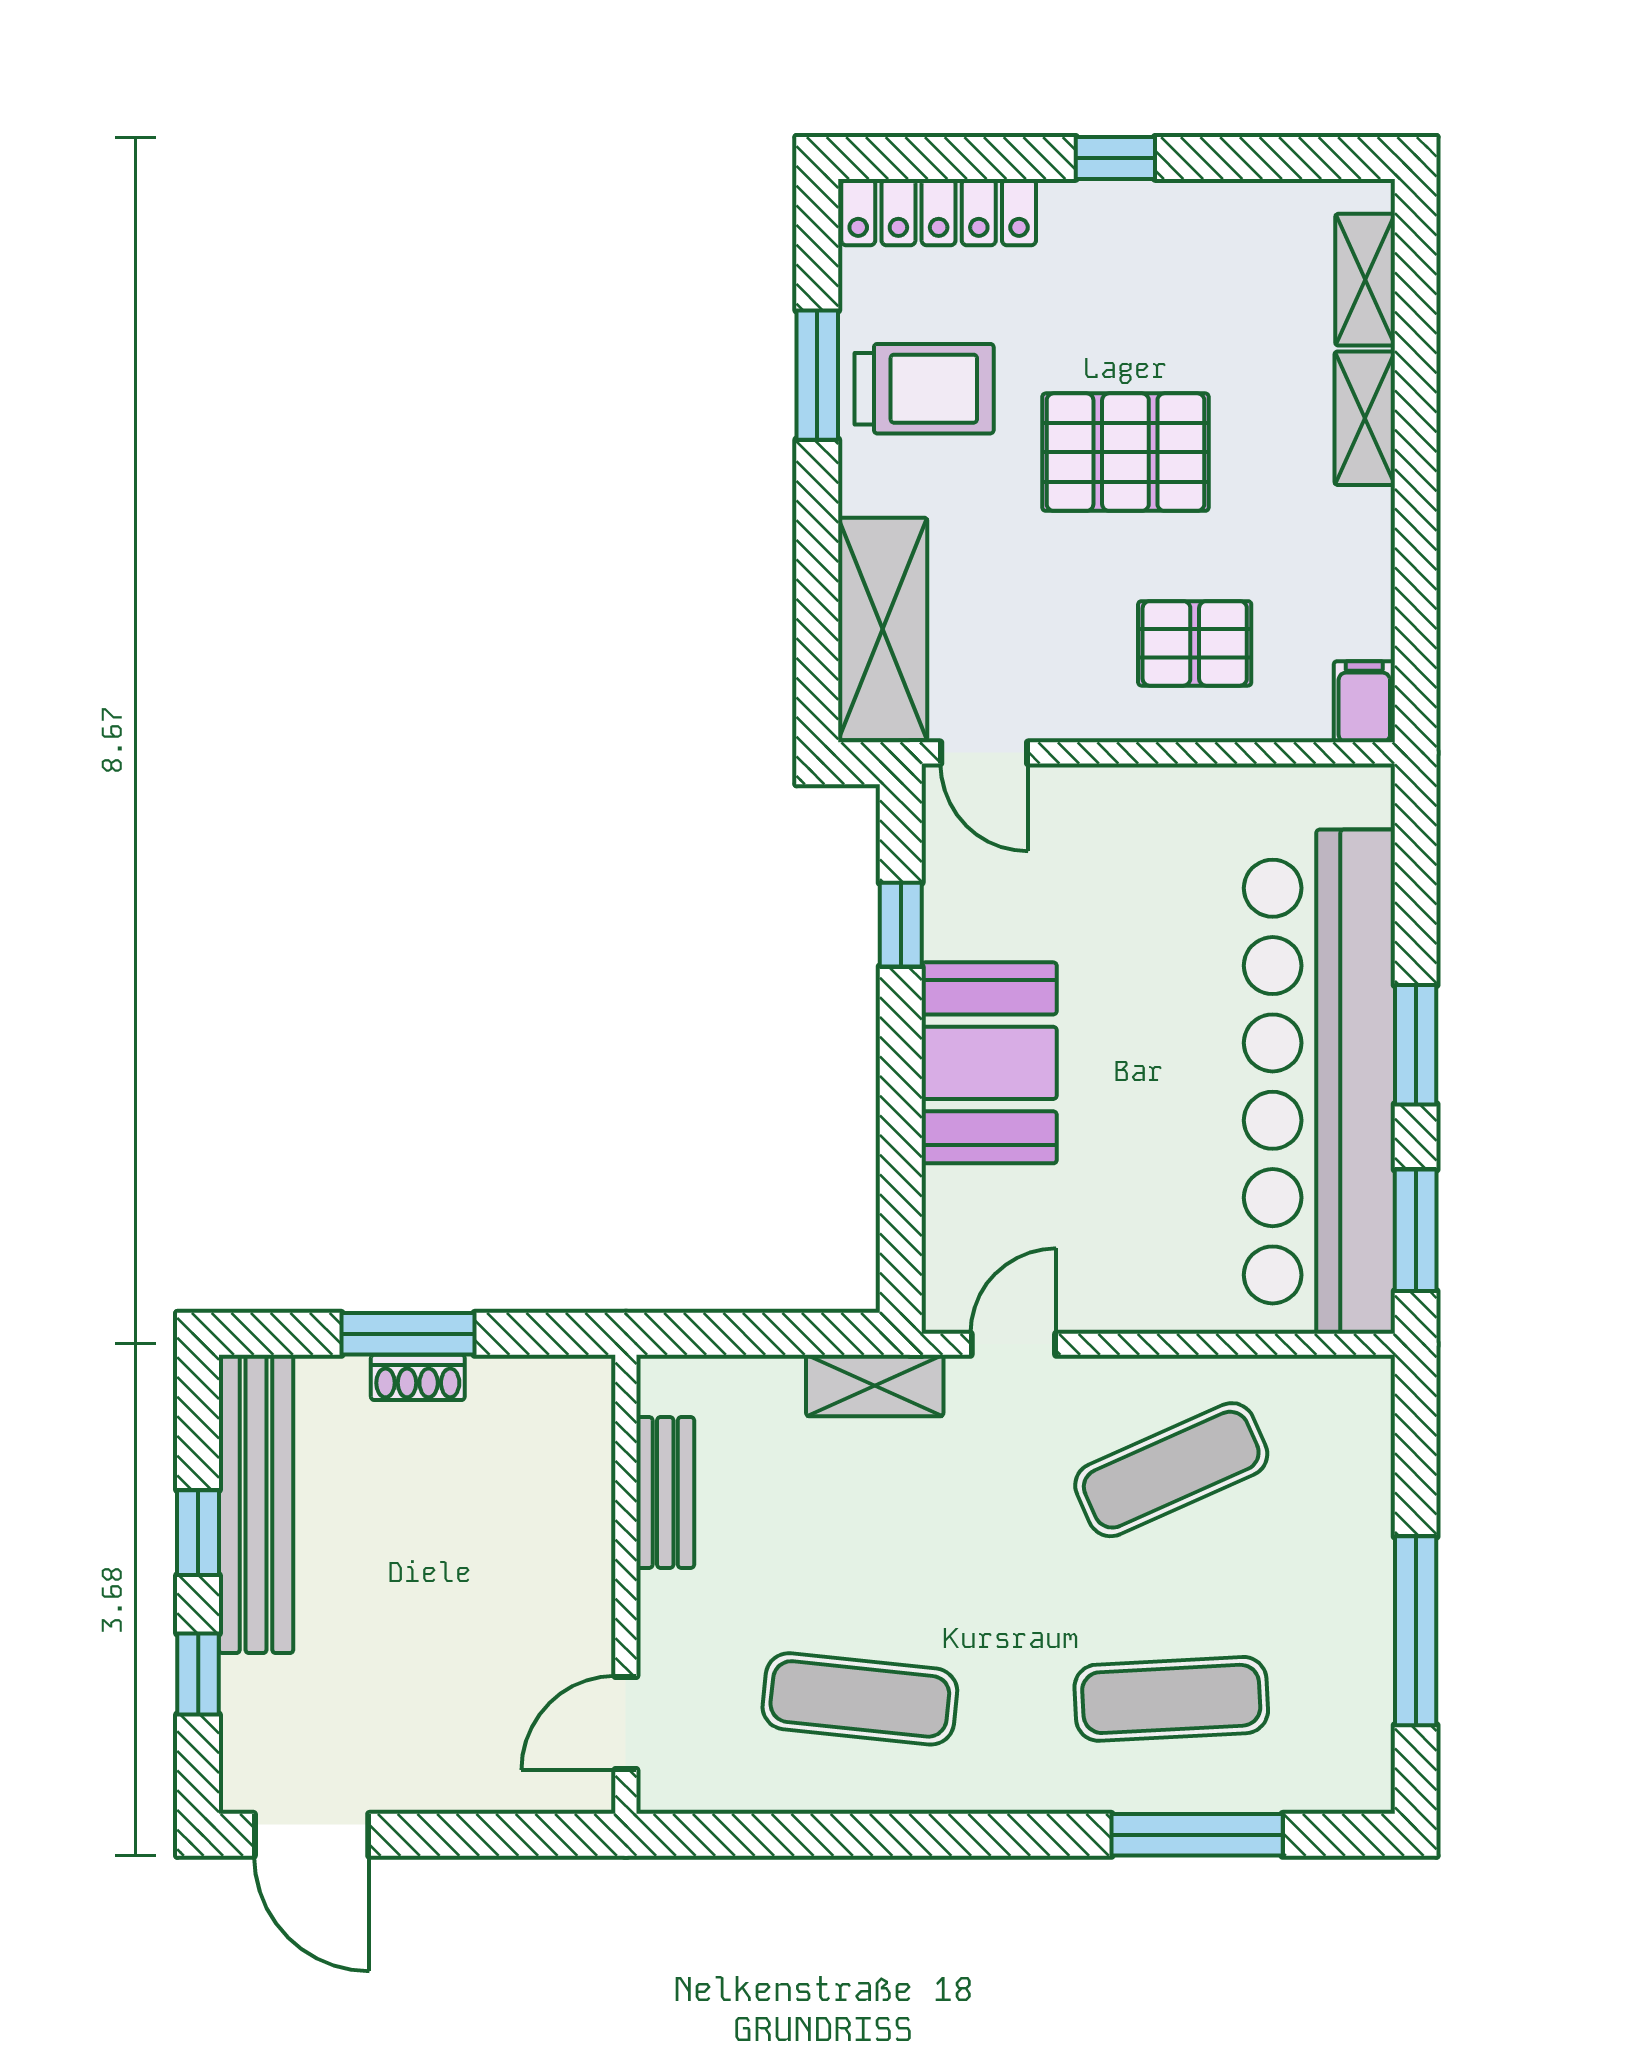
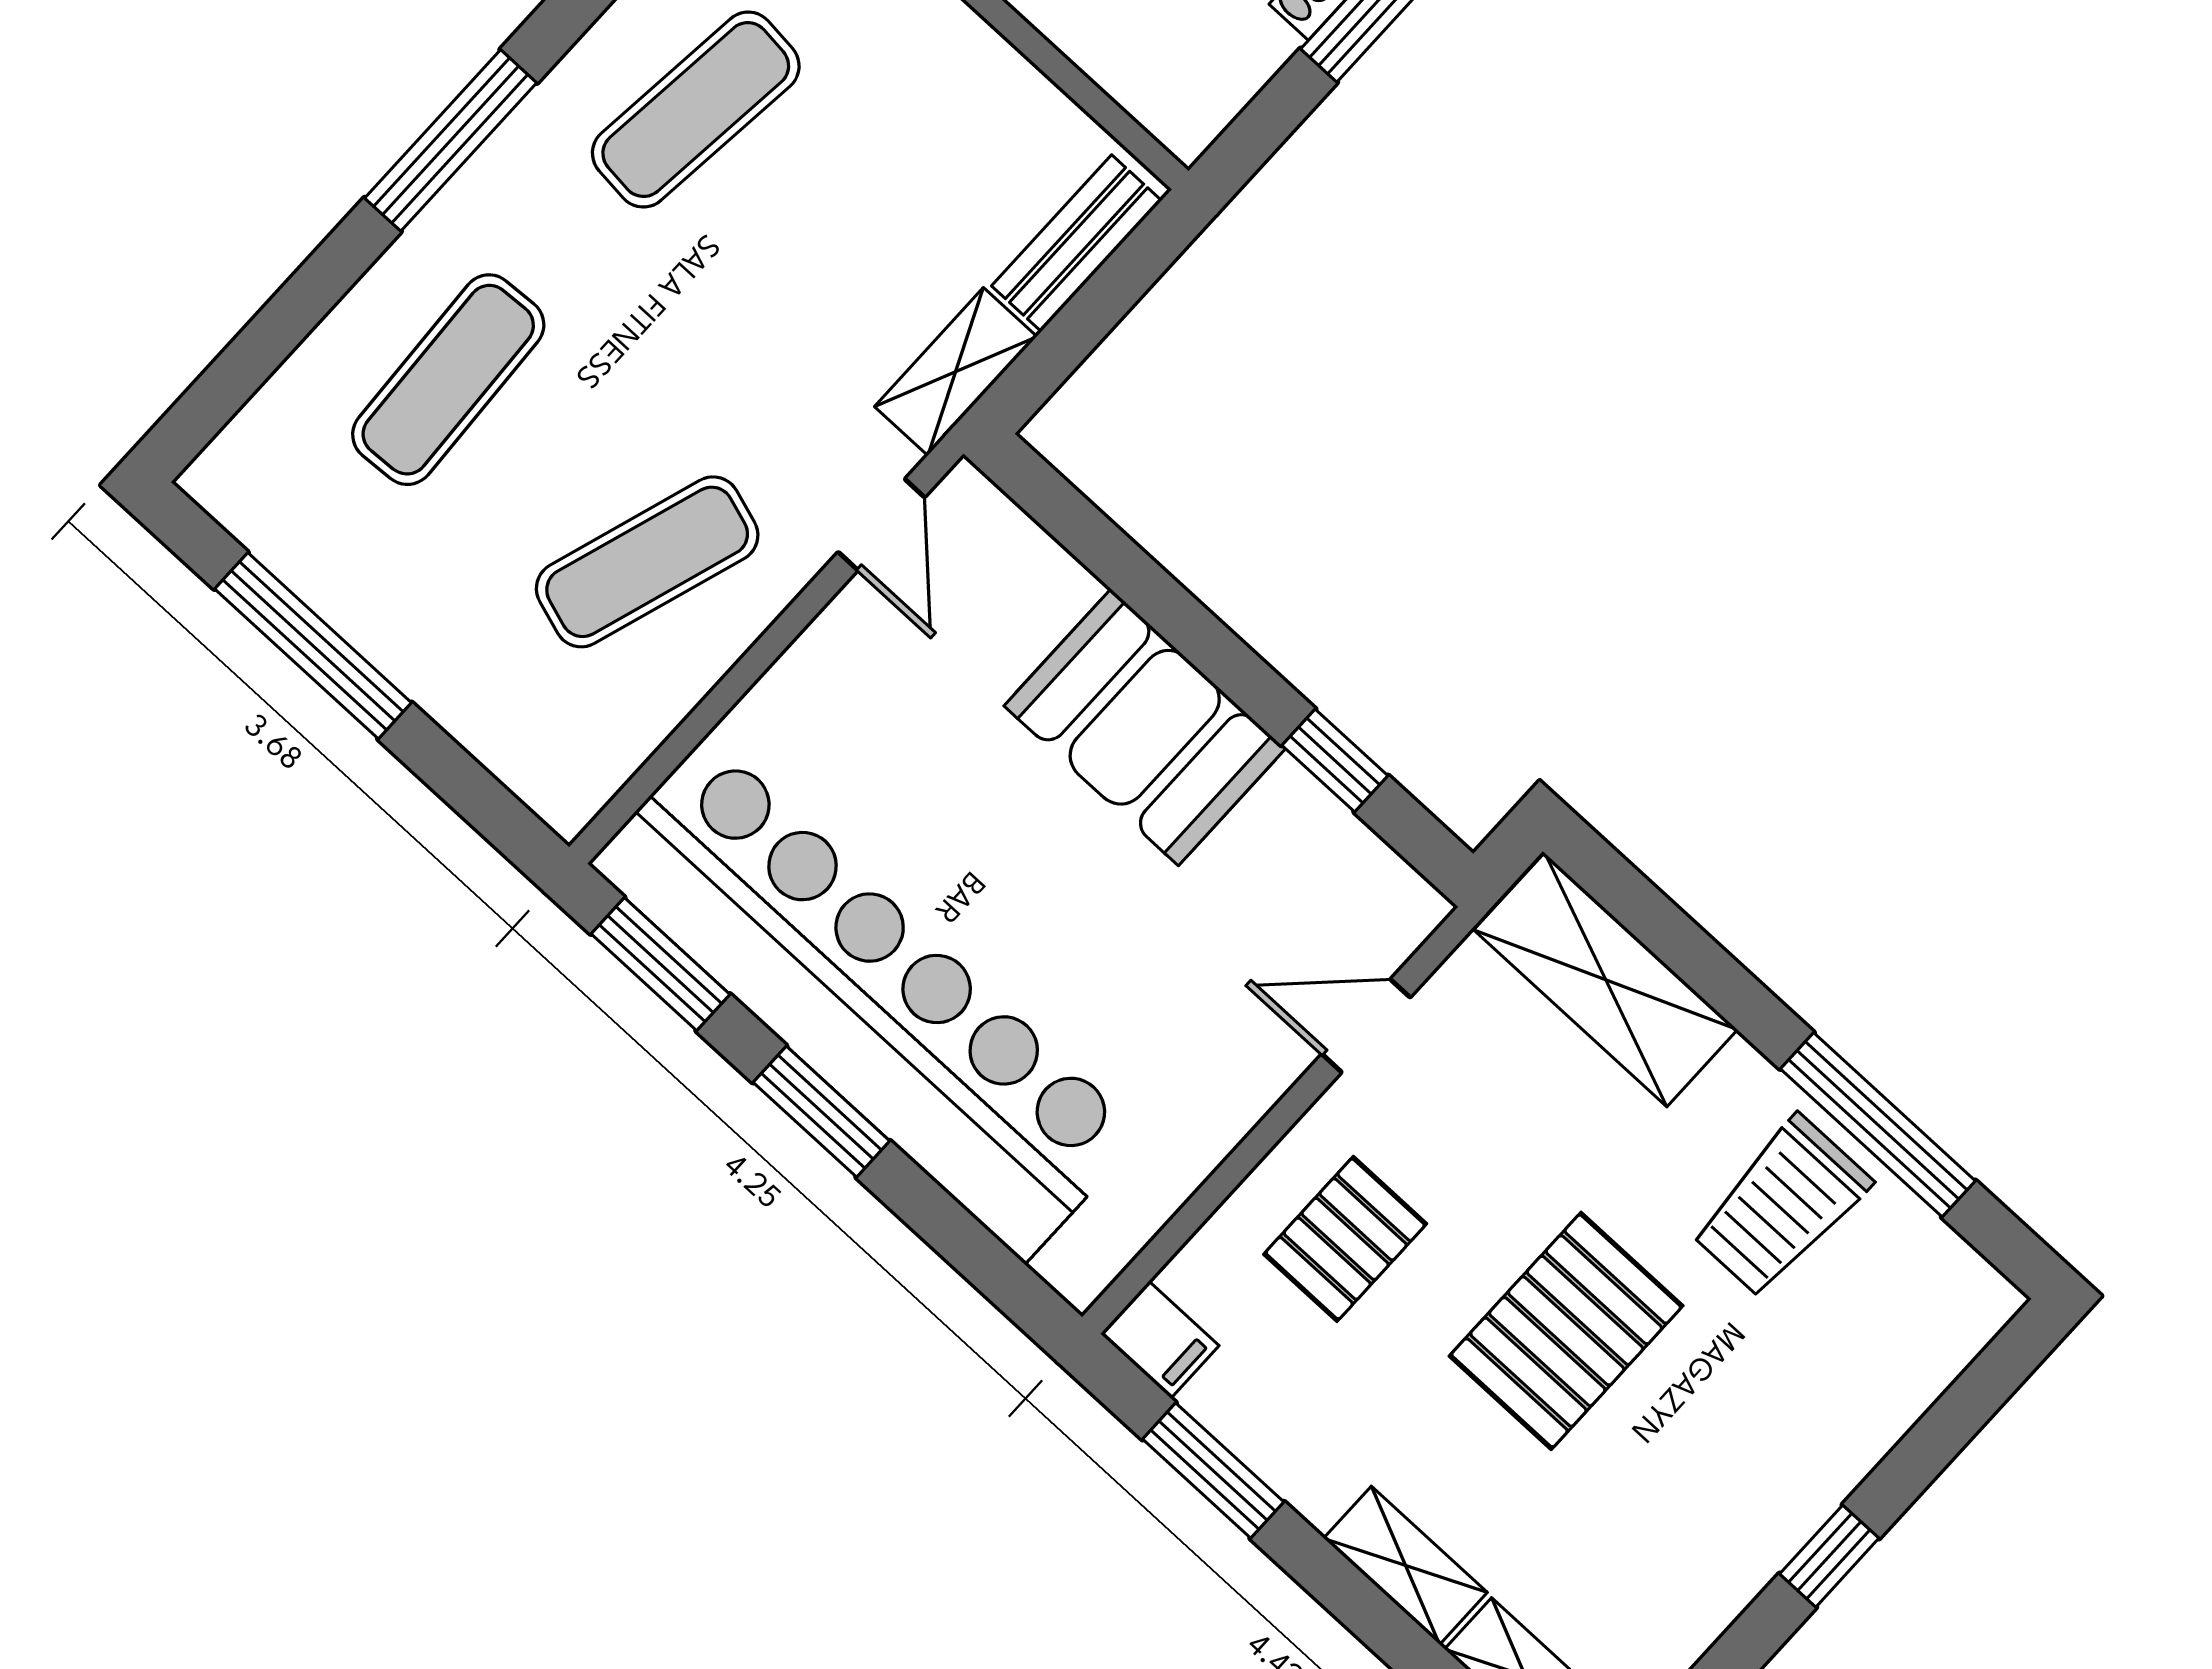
locker: (939, 212) -> (1923, 1360), removed
window: (817, 375) -> (1878, 1125), width x1.44
window: (1416, 593) -> (1213, 1471), added
door: (984, 753) -> (1366, 1026), moved
exercise mat: (1171, 1470) -> (647, 562), turned 42
bench: (665, 1492) -> (1077, 243), moved, turned 90
window: (1197, 1835) -> (451, 140), moved

